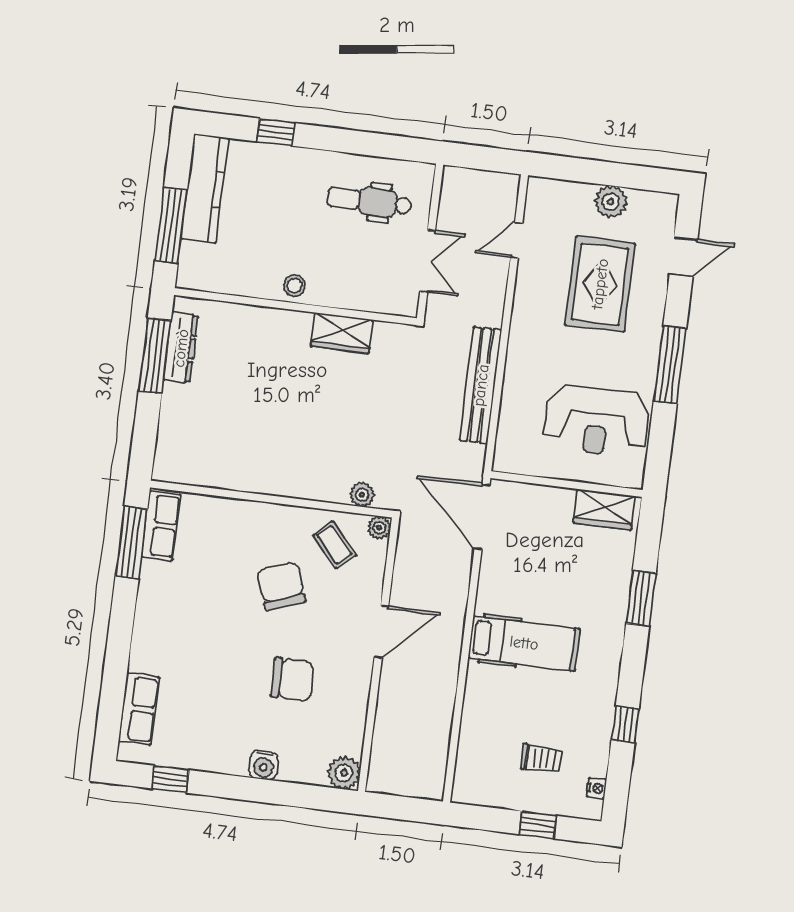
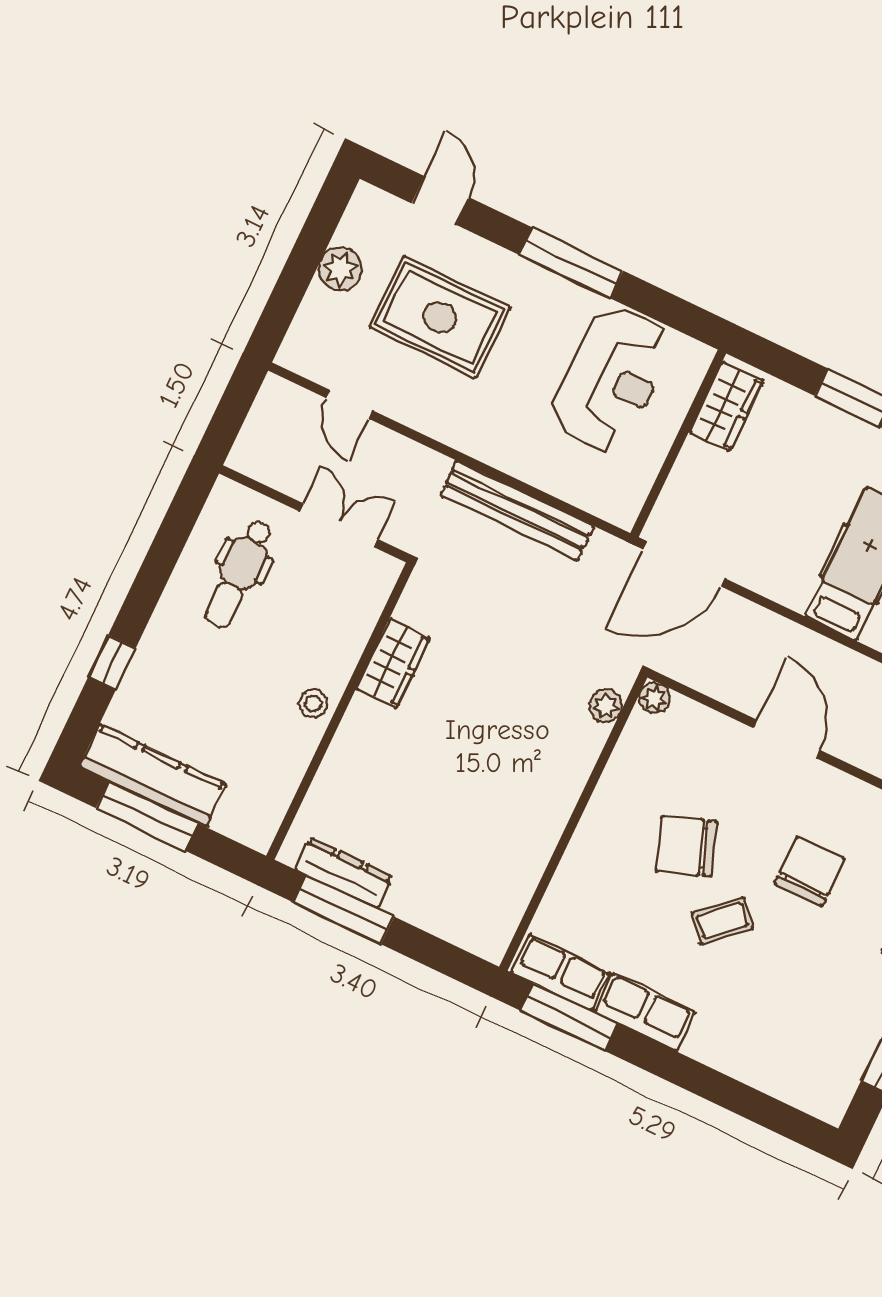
window: (171, 225) -> (147, 816), moved
coffee table: (334, 545) -> (722, 921), moved
row of seats: (139, 709) -> (645, 1012), moved

